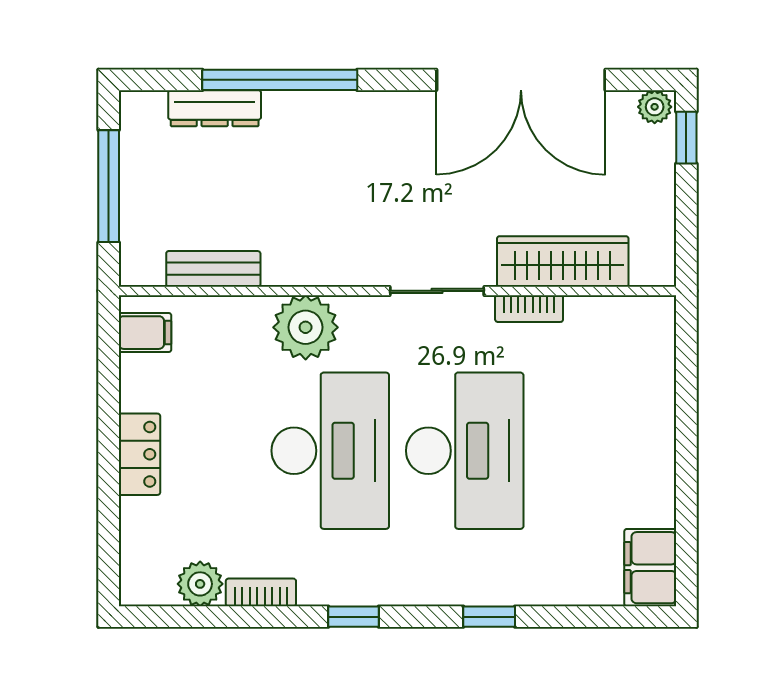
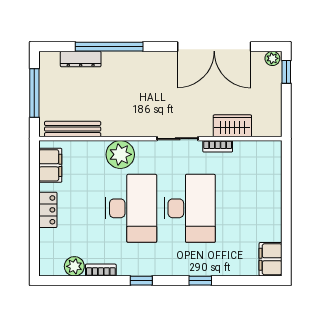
wardrobe: (563, 261) -> (232, 126), width x0.67
bench: (213, 269) -> (73, 129), width x1.36
filing cabinet: (145, 333) -> (50, 165), width x2.00

